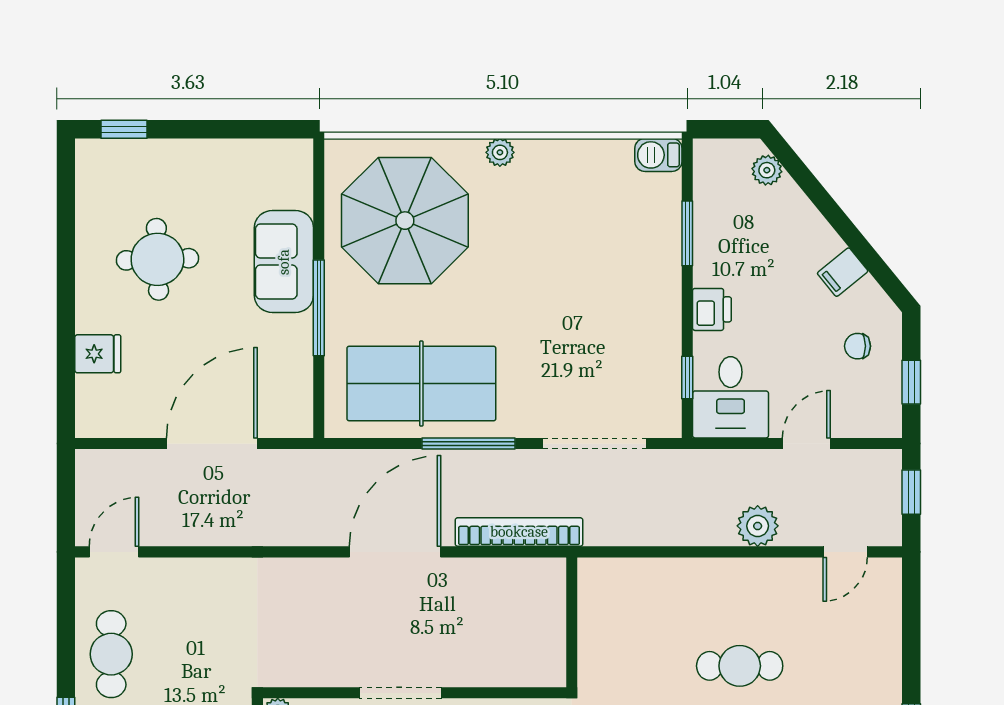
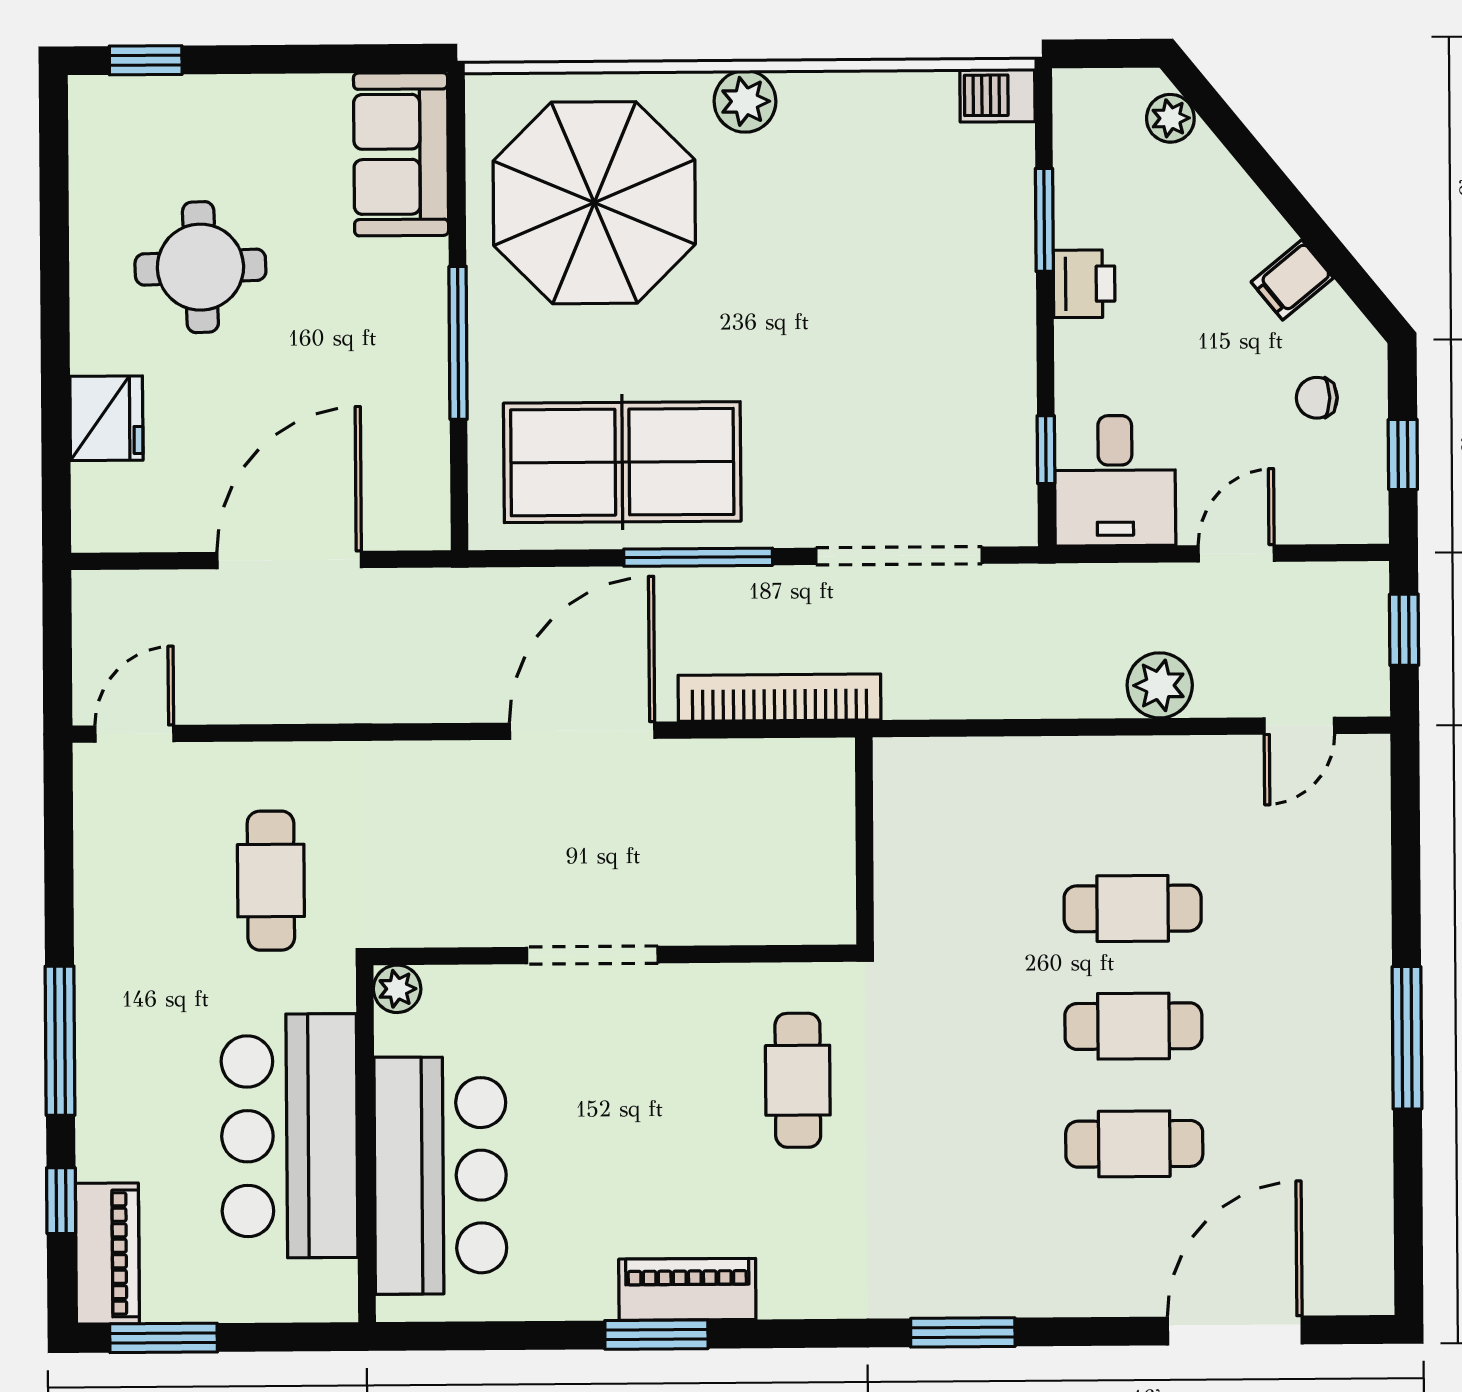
plant: (500, 152) -> (745, 101), width x1.38, depth x1.38
sofa: (284, 262) -> (401, 154), moved
printer: (712, 309) -> (1084, 284), moved
fridge: (98, 354) -> (106, 418), width x1.38
cafe table: (111, 654) -> (271, 881), moved

